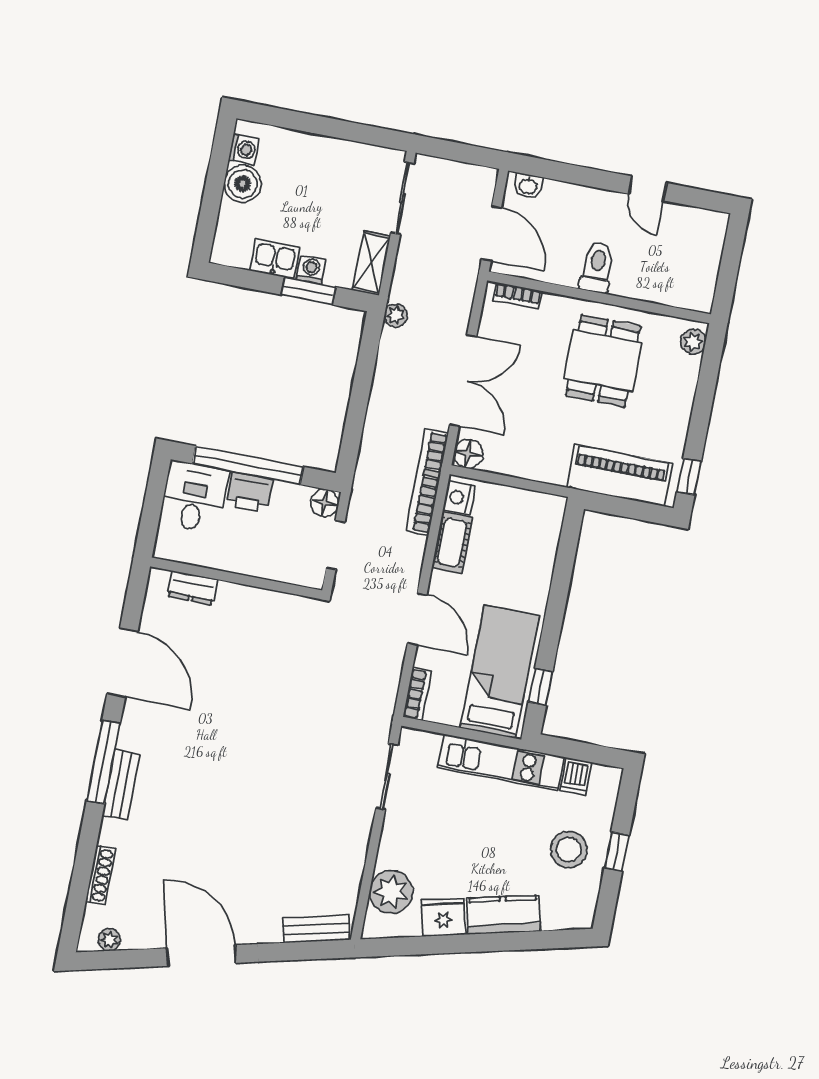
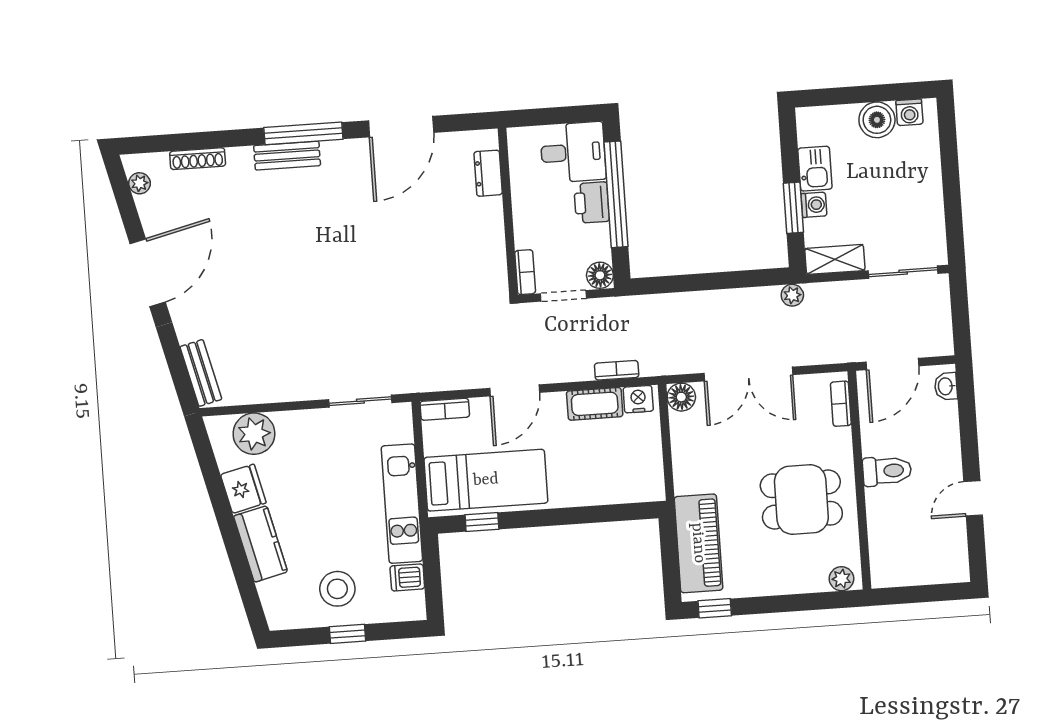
bookcase: (427, 482) -> (617, 370), width x0.43, depth x0.76
bookcase: (301, 577) -> (525, 272), added

